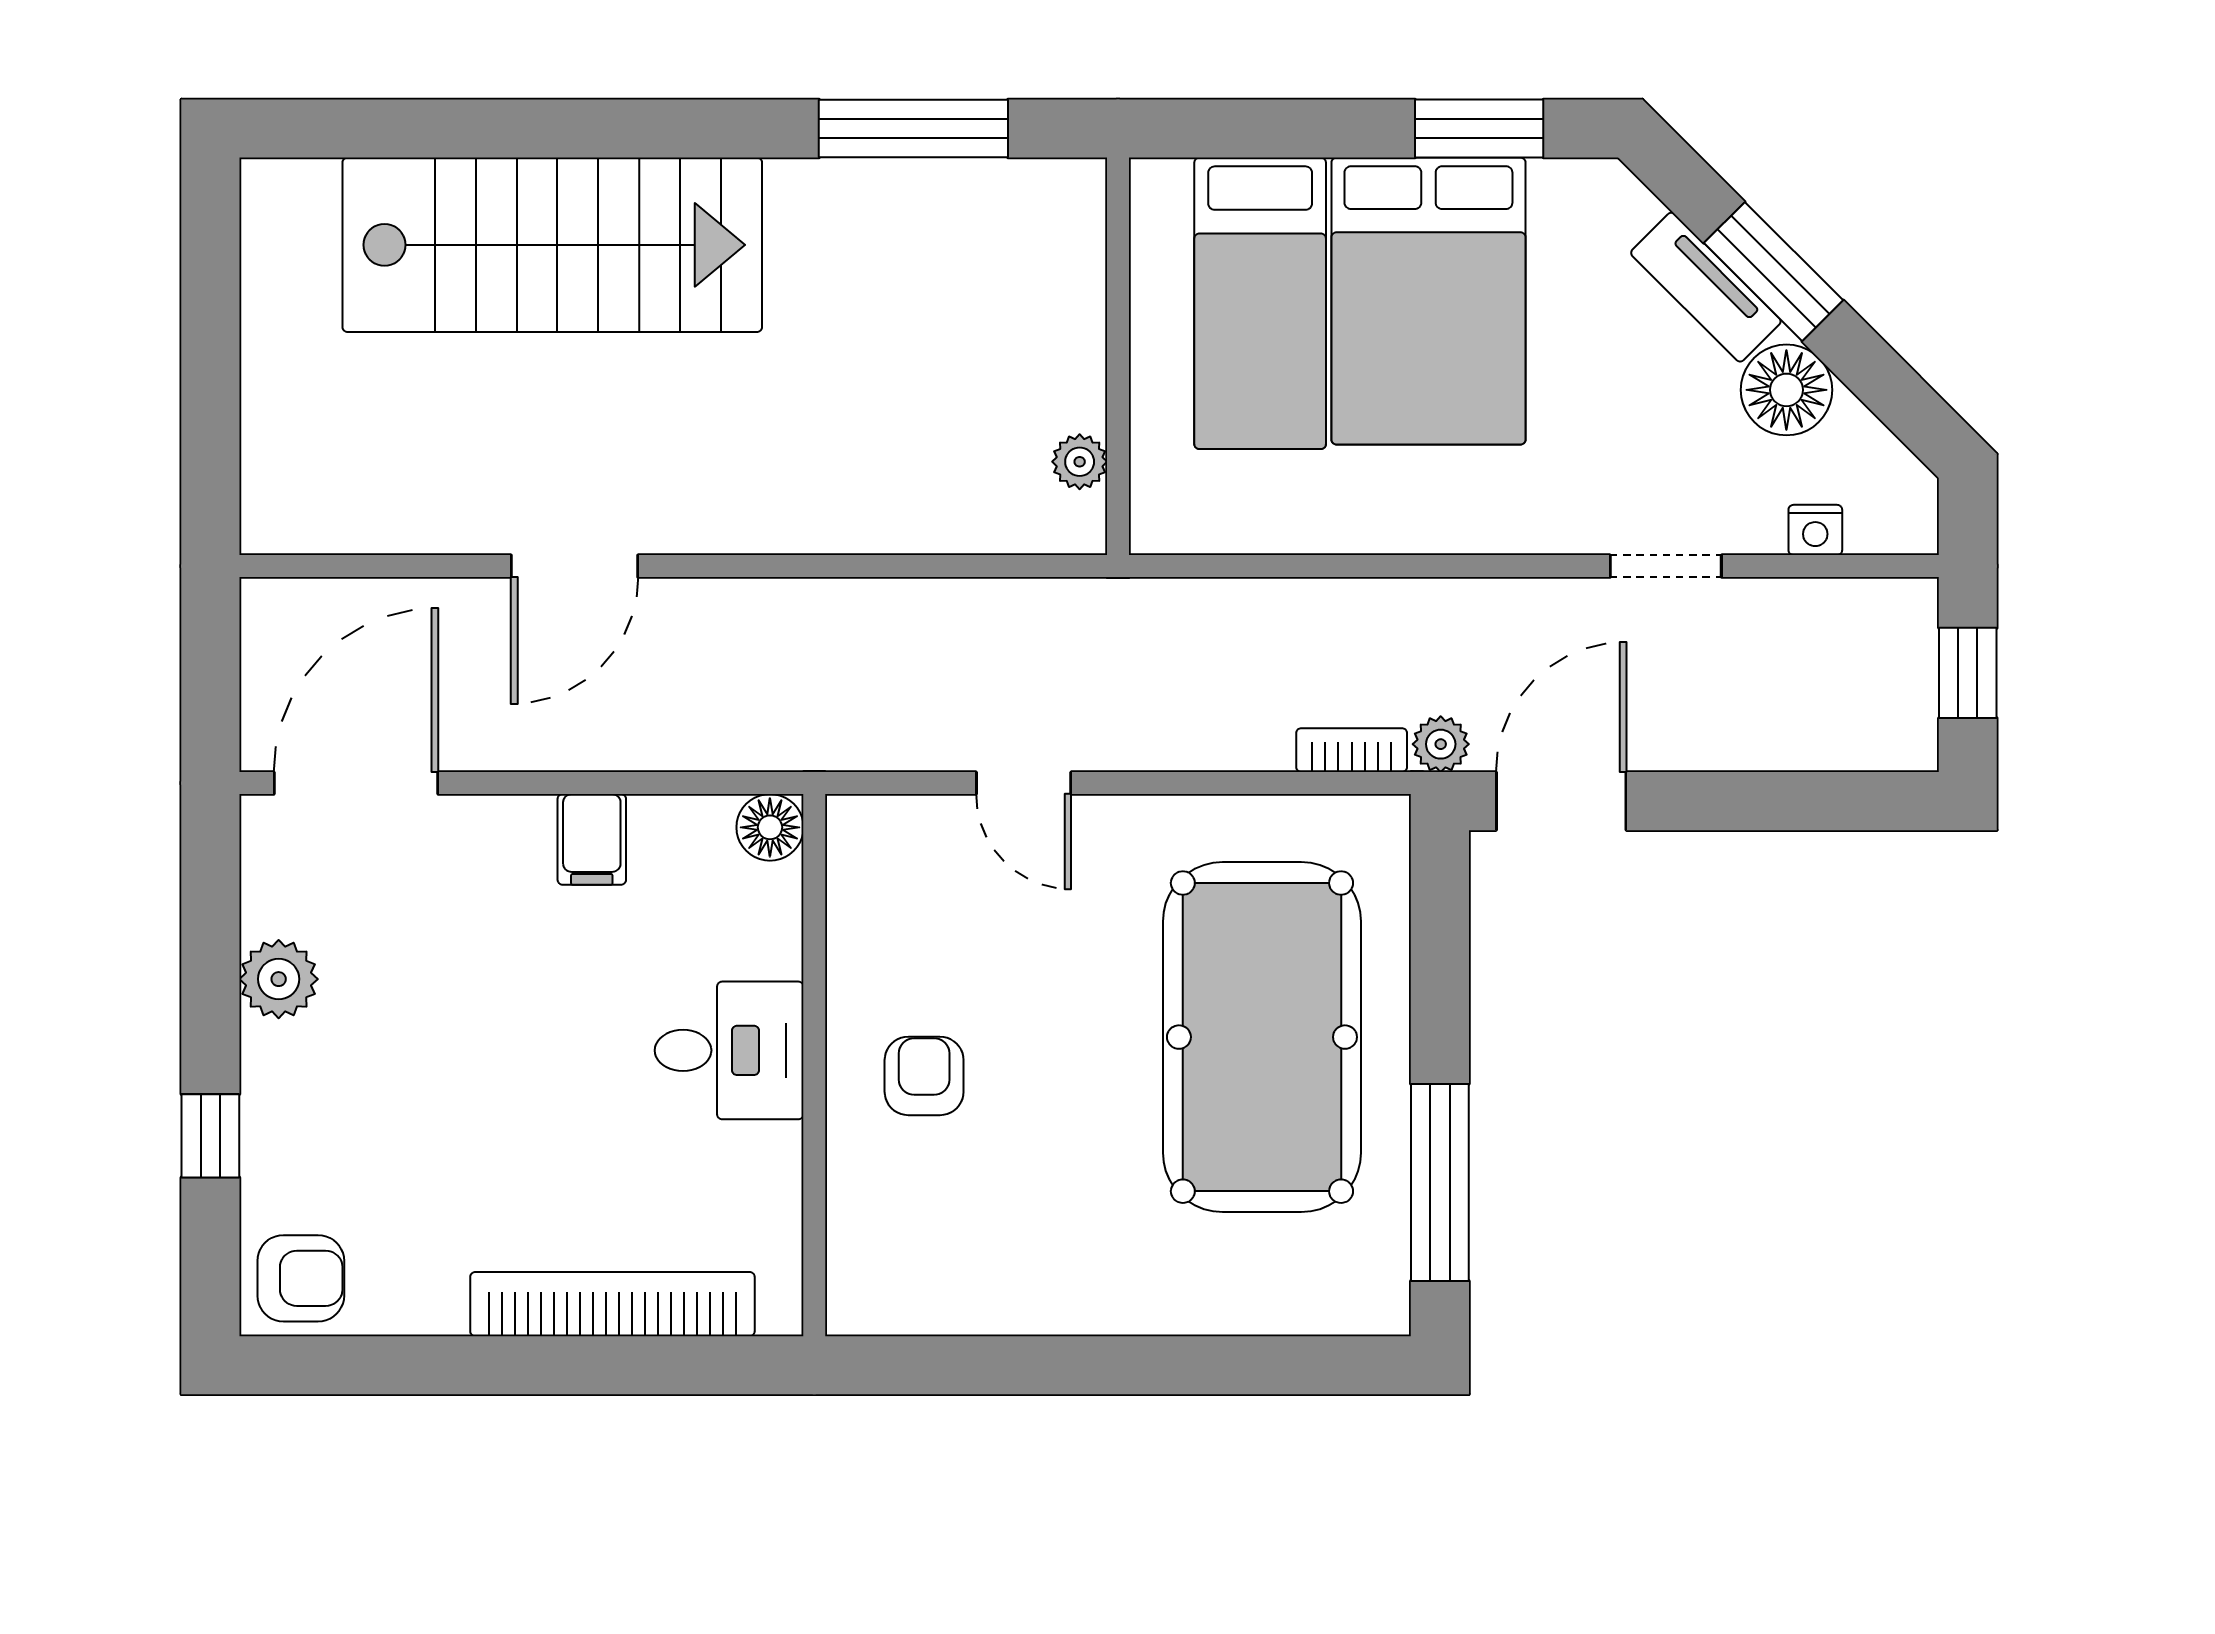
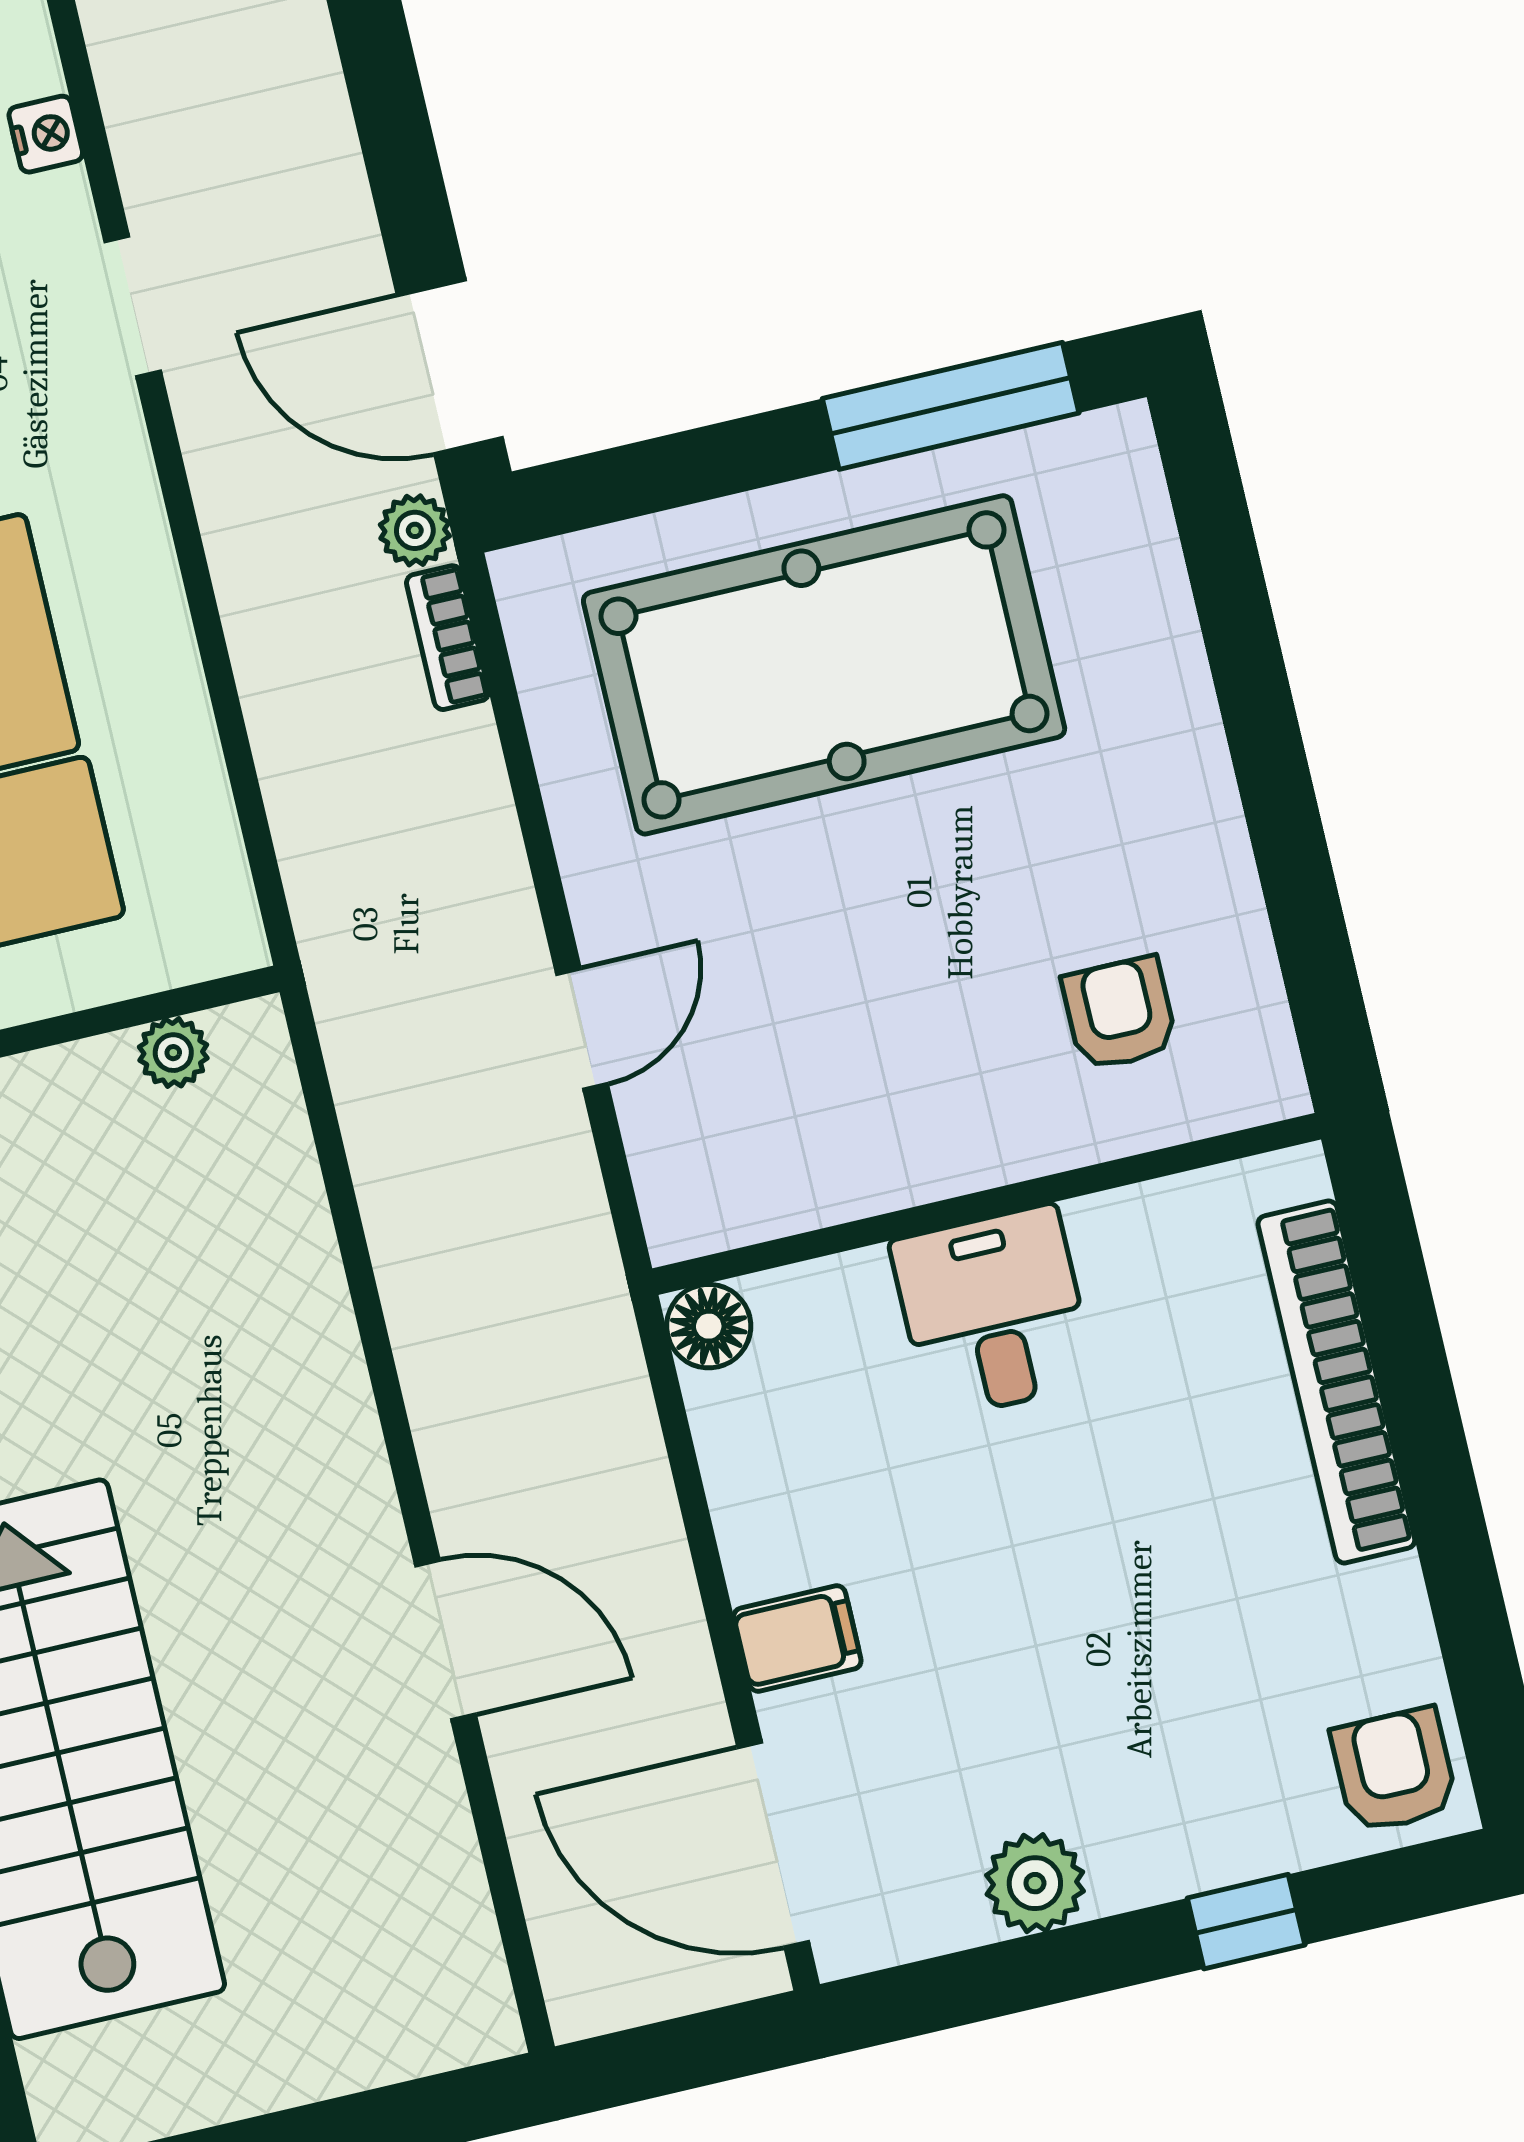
filing cabinet: (592, 839) -> (797, 1639), moved
armchair: (924, 1076) -> (1120, 1013), moved, turned 90

